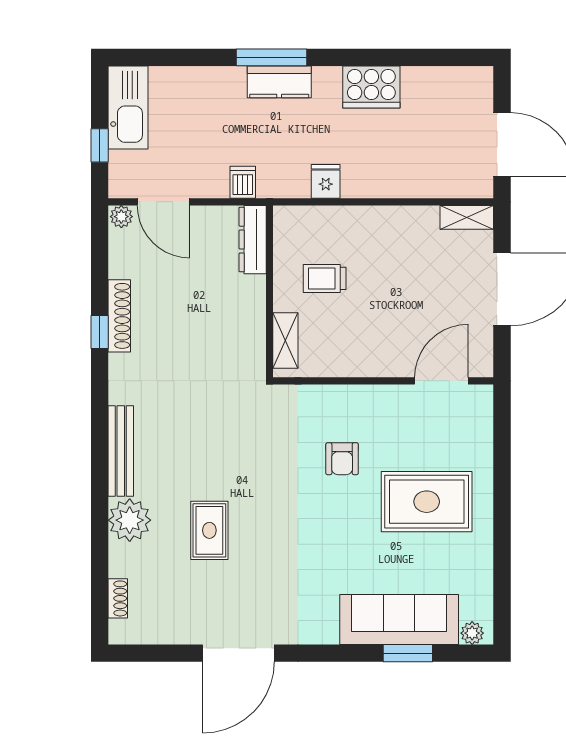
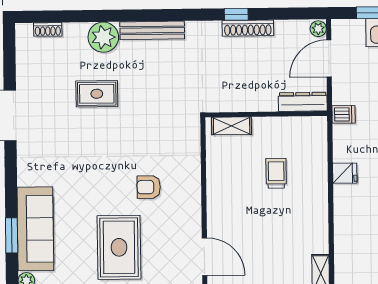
dresser: (253, 240) -> (303, 102), moved
wall: (269, 291) -> (266, 114), moved
shelving: (285, 341) -> (232, 126), moved

